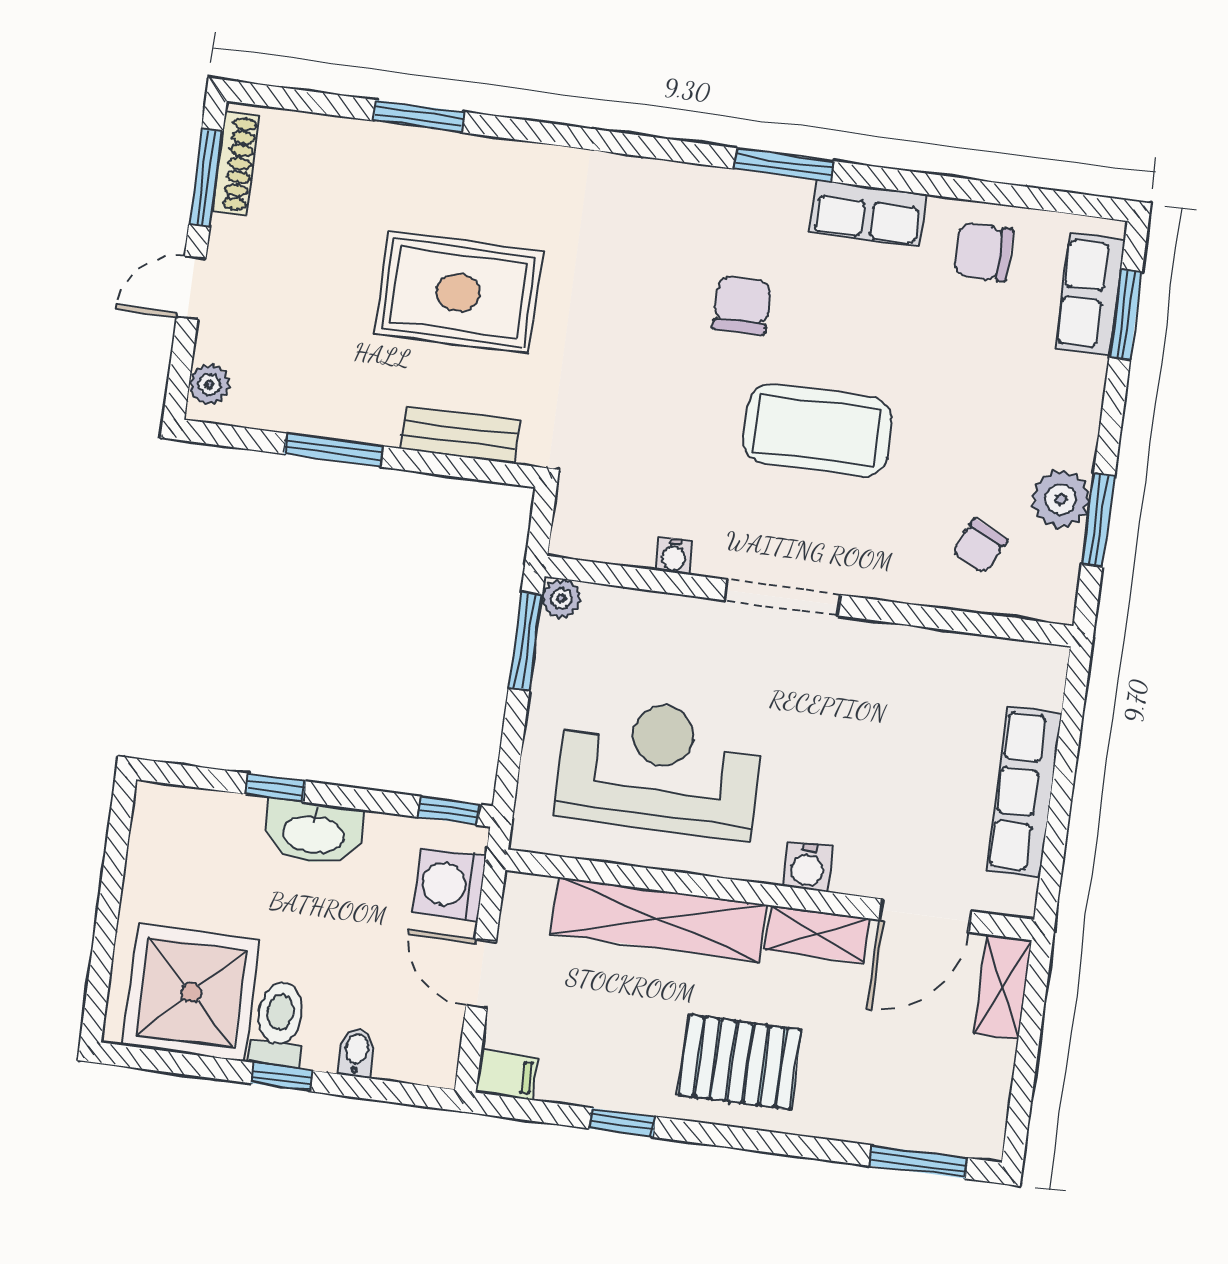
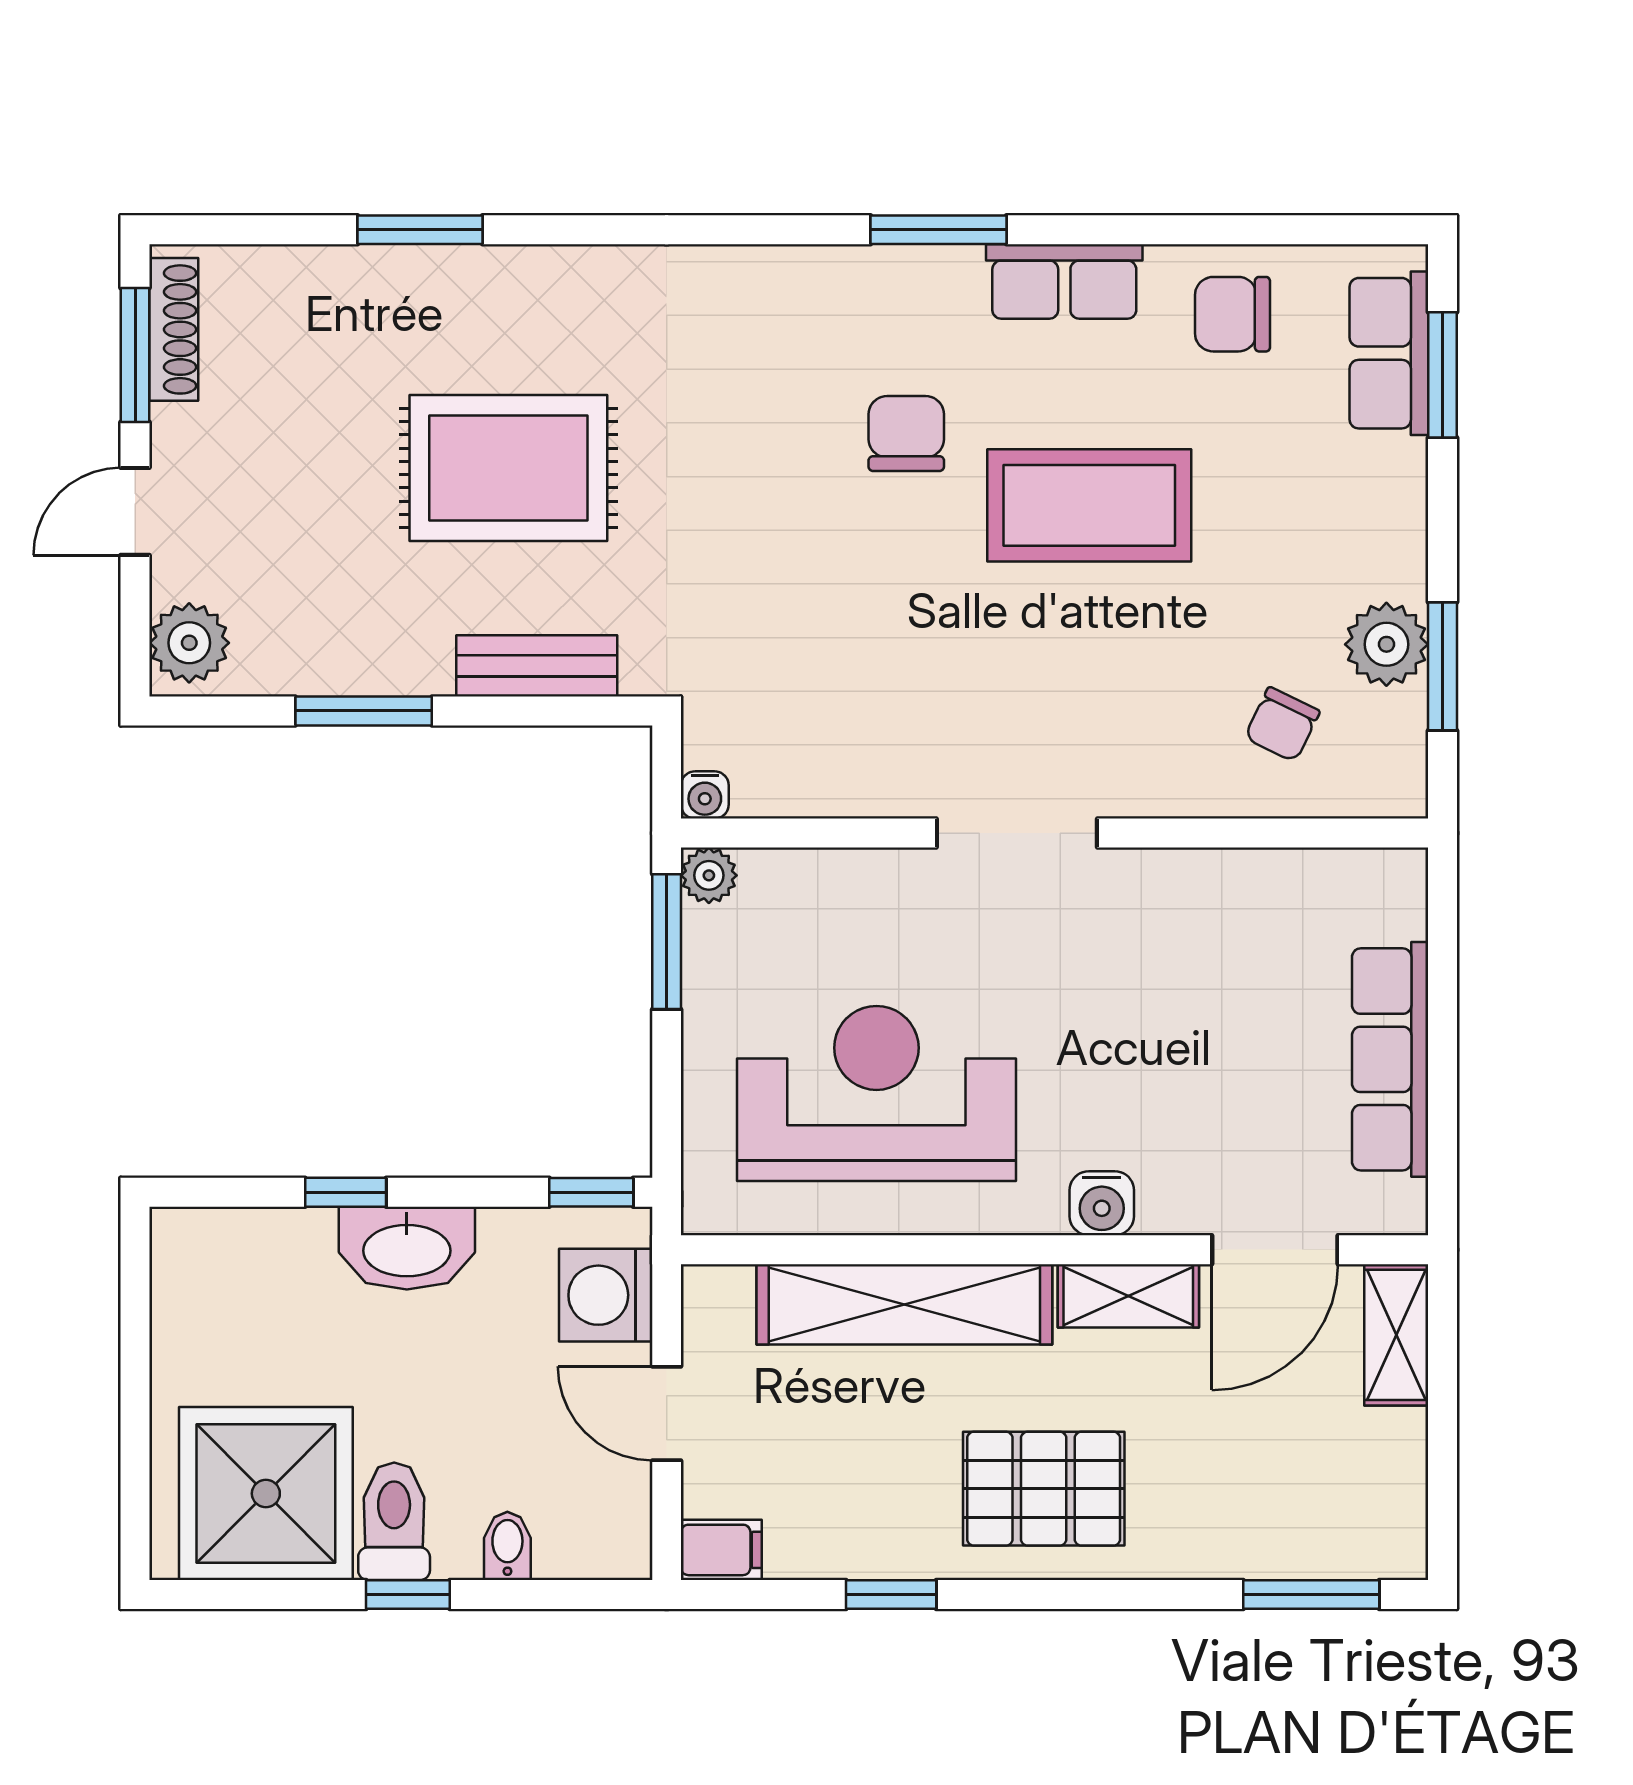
plant: (209, 385) -> (189, 643), width x1.38, depth x1.38
coffee table: (818, 430) -> (1089, 505), moved
water cooler: (674, 556) -> (705, 795), moved

